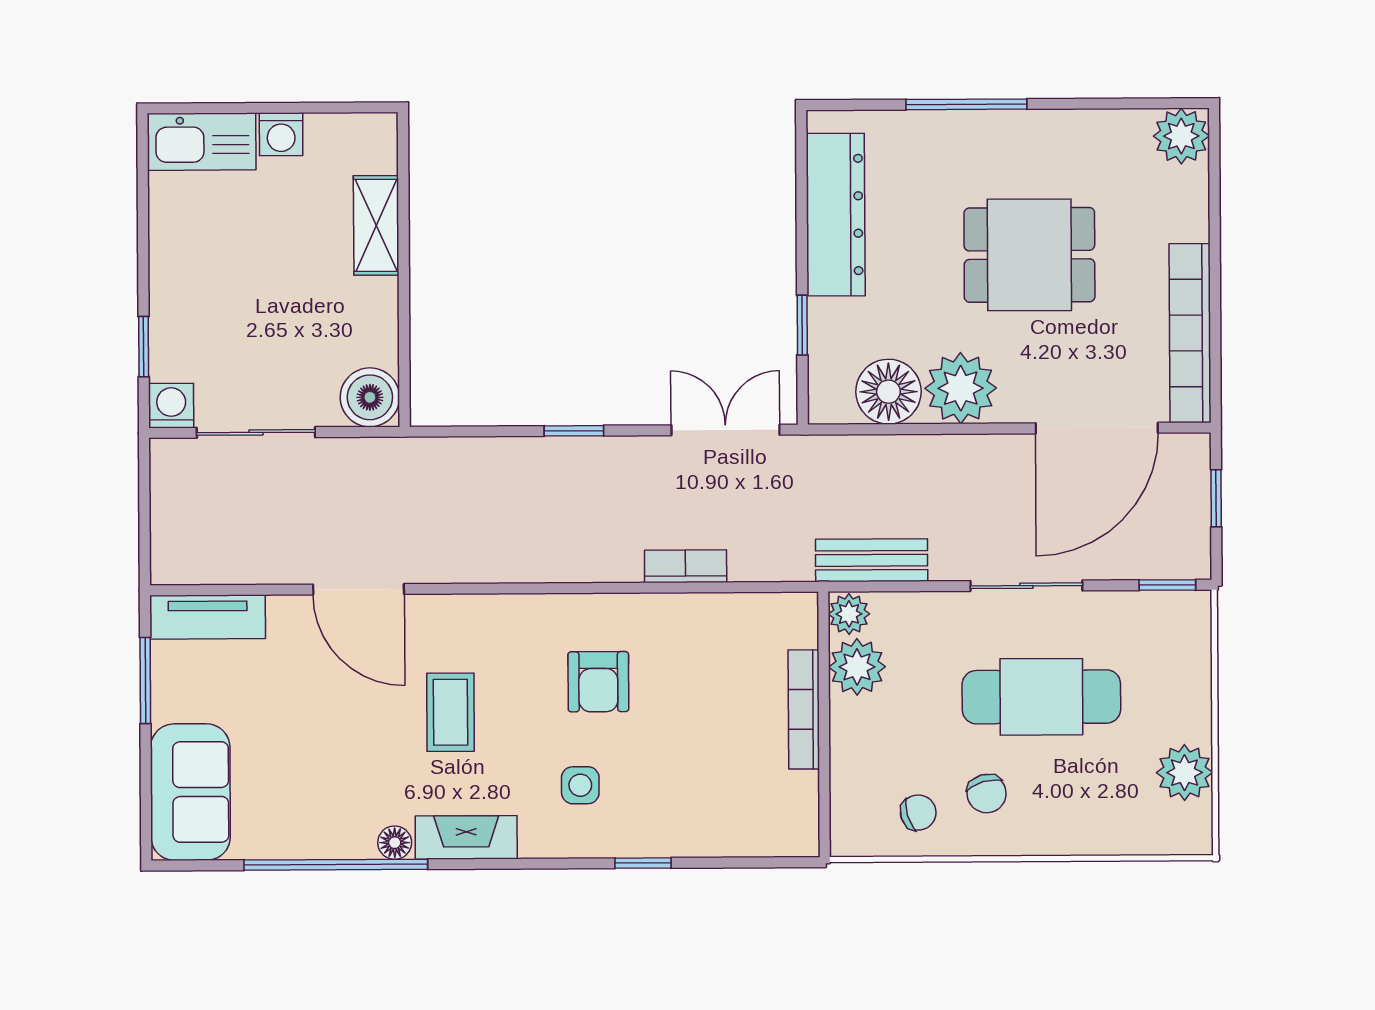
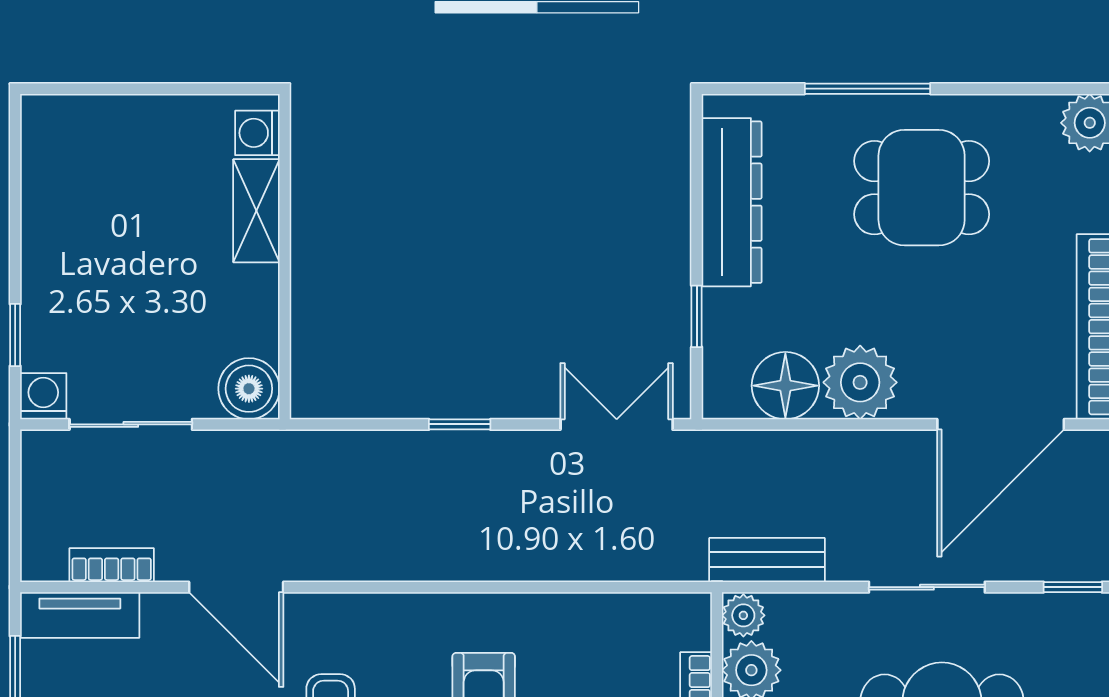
washing machine: (281, 134) -> (257, 133), moved, turned 90
kitchen sink: (202, 142) -> (76, 123), removed
dining table: (1029, 255) -> (922, 188), moved
bookcase: (686, 566) -> (112, 565), moved

